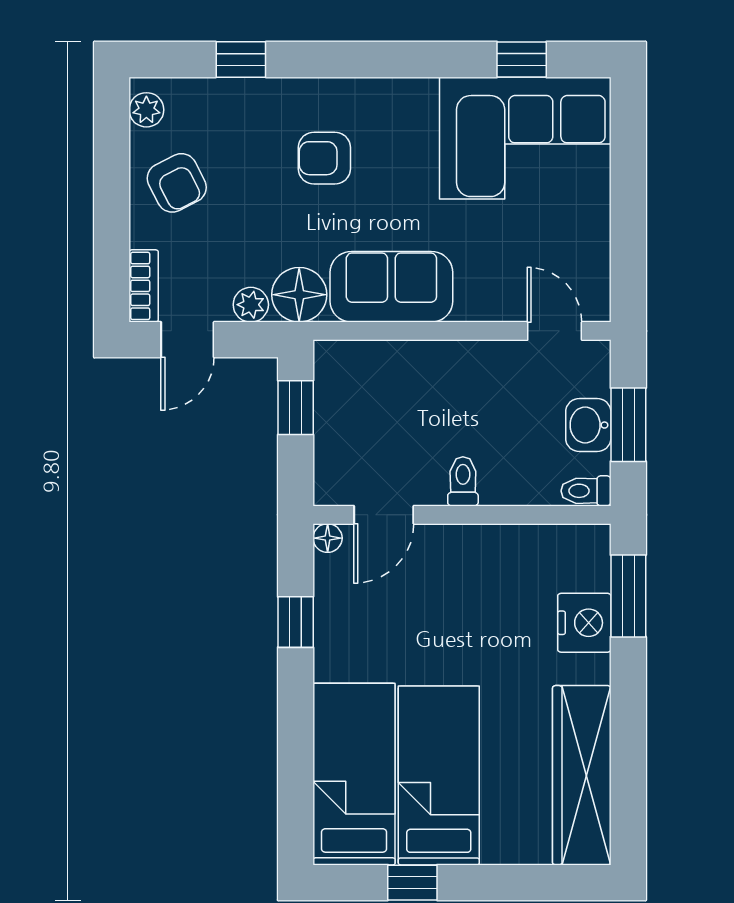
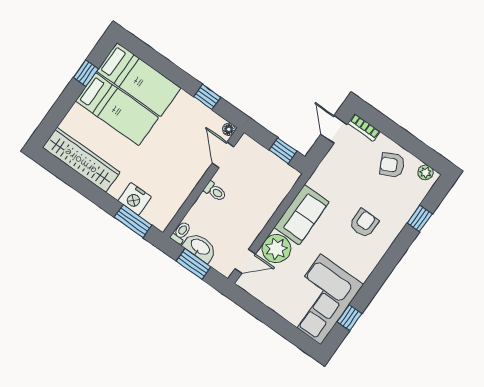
floor lamp: (299, 295) -> (322, 180), removed
plant: (251, 305) -> (276, 249), moved, width x1.87, depth x1.87
washbasin: (588, 425) -> (200, 247), width x1.38

